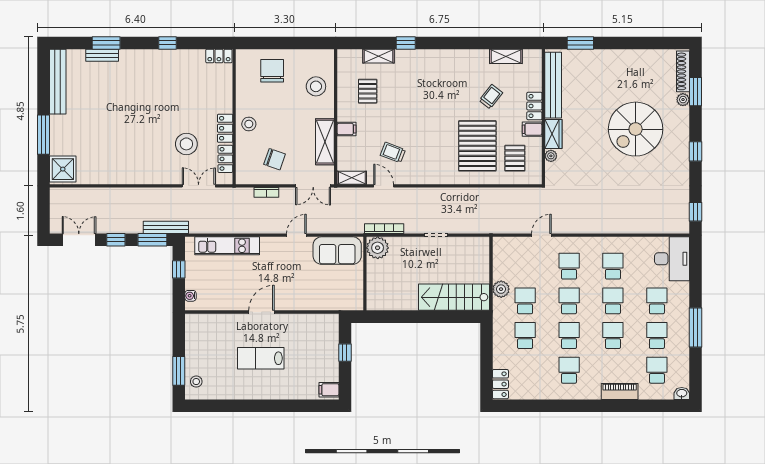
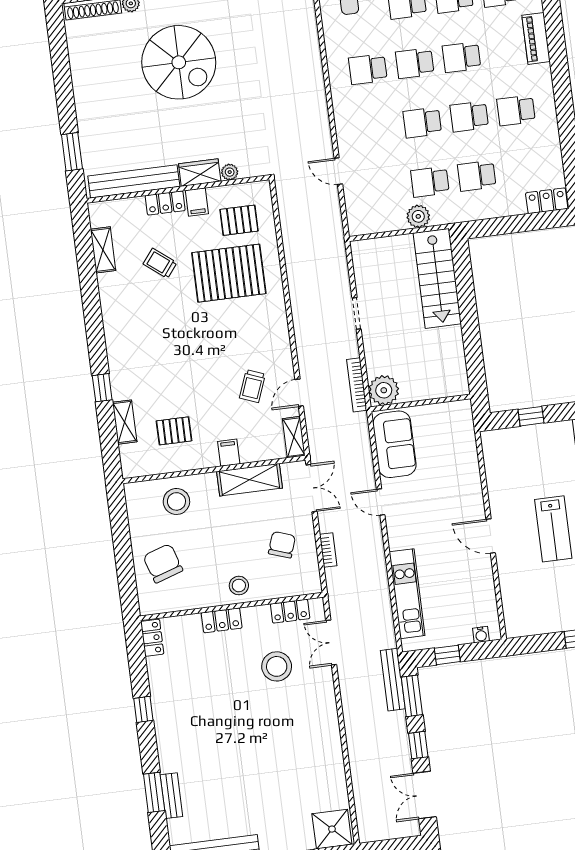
chair: (272, 71) -> (163, 563), turned 72
locker: (225, 128) -> (222, 620), moved
school desk: (569, 266) -> (375, 128), removed

